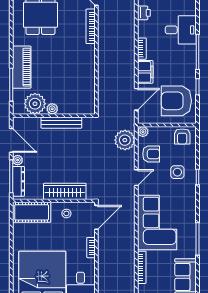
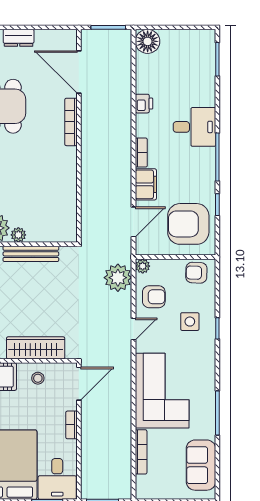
armchair: (182, 136) -> (196, 273), turned 92

